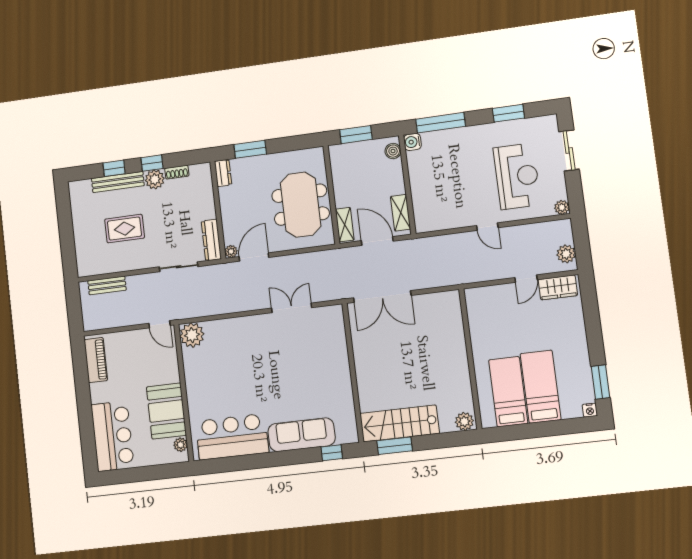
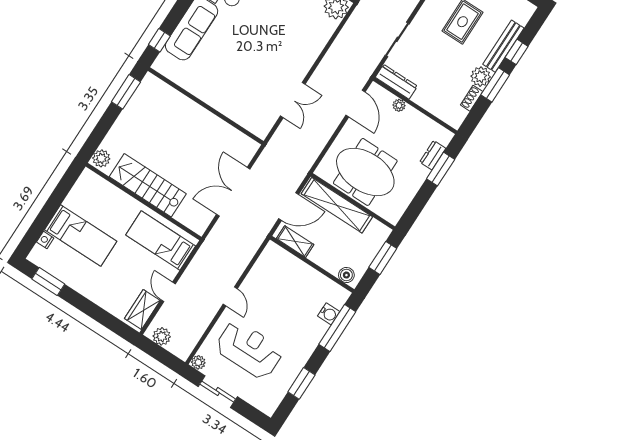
water cooler: (412, 142) -> (329, 314), moved, turned 90
sliding door: (569, 150) -> (218, 392), moved
window: (152, 163) -> (495, 85), width x1.50
dresser: (223, 173) -> (433, 155), moved, turned 90
reception desk: (517, 176) -> (249, 350), turned 180
shelving: (345, 225) -> (337, 205), width x2.20, depth x1.33
door: (487, 227) -> (230, 296), swing flipped
plant: (231, 251) -> (399, 105), moved
double door: (382, 297) -> (233, 192), moved
bed: (508, 392) -> (161, 241), moved, turned 180
nightstand: (590, 410) -> (45, 240), moved
stairs: (400, 423) -> (148, 185), moved, turned -90

